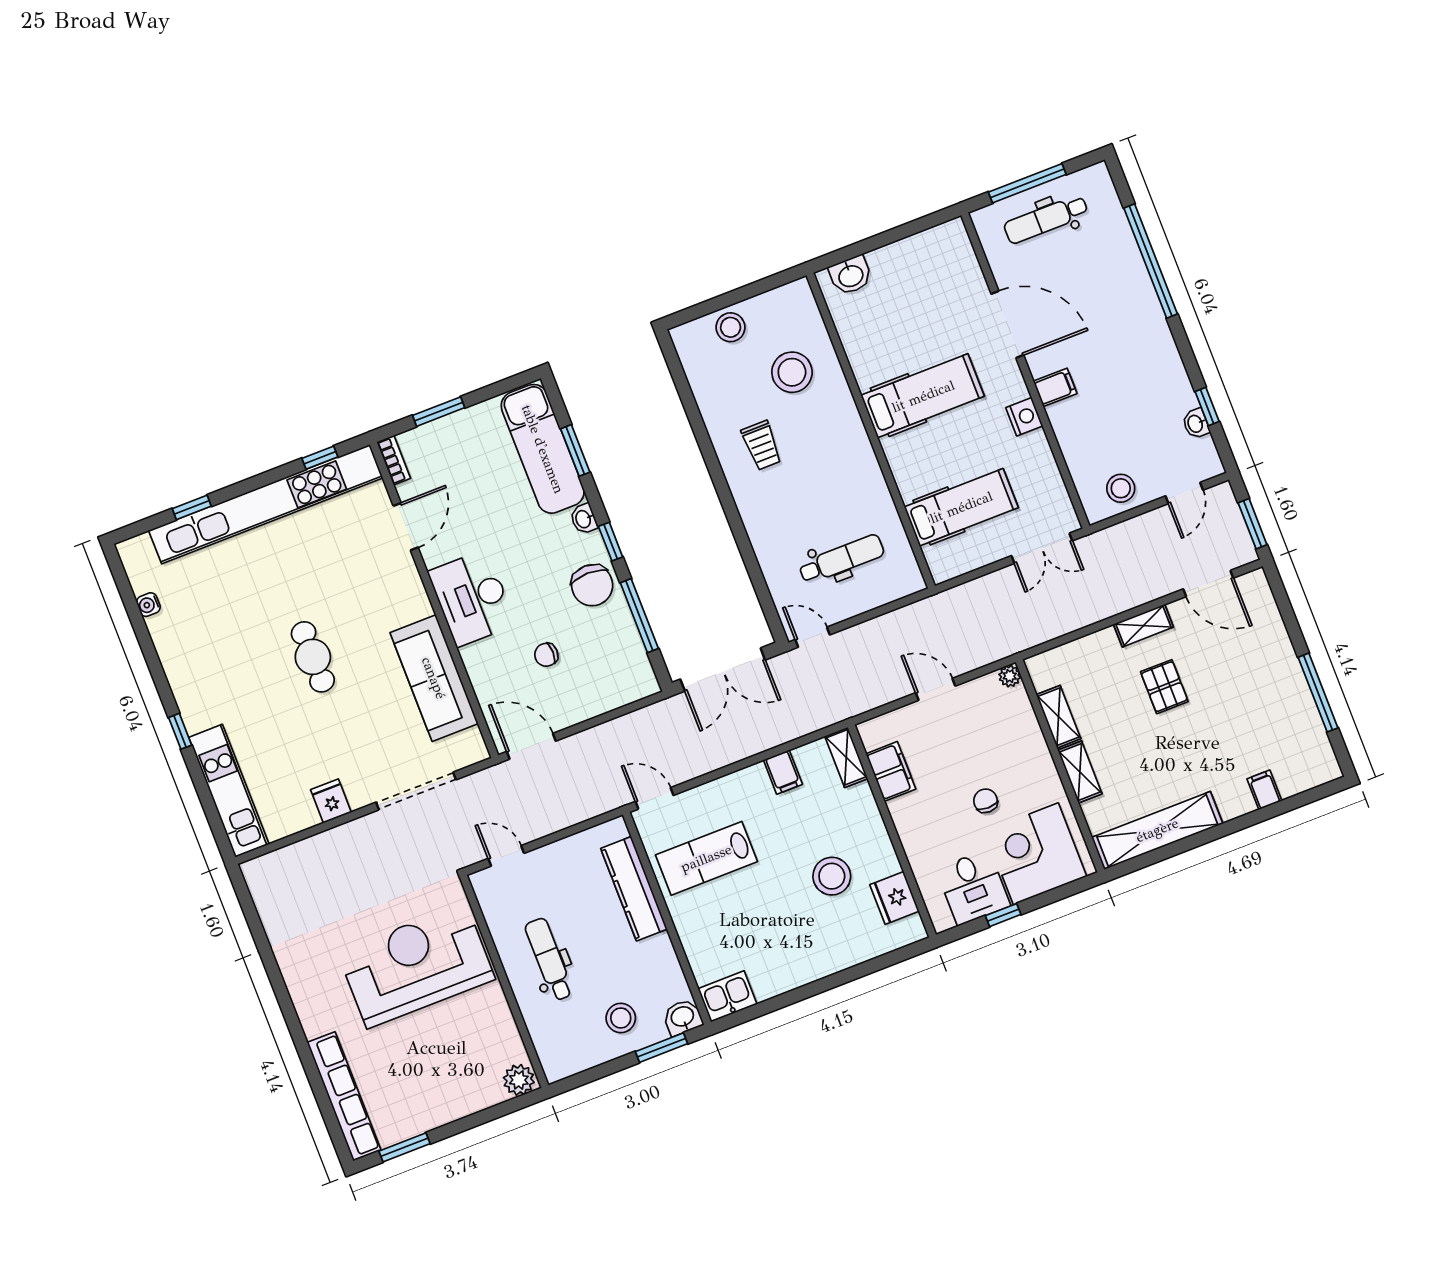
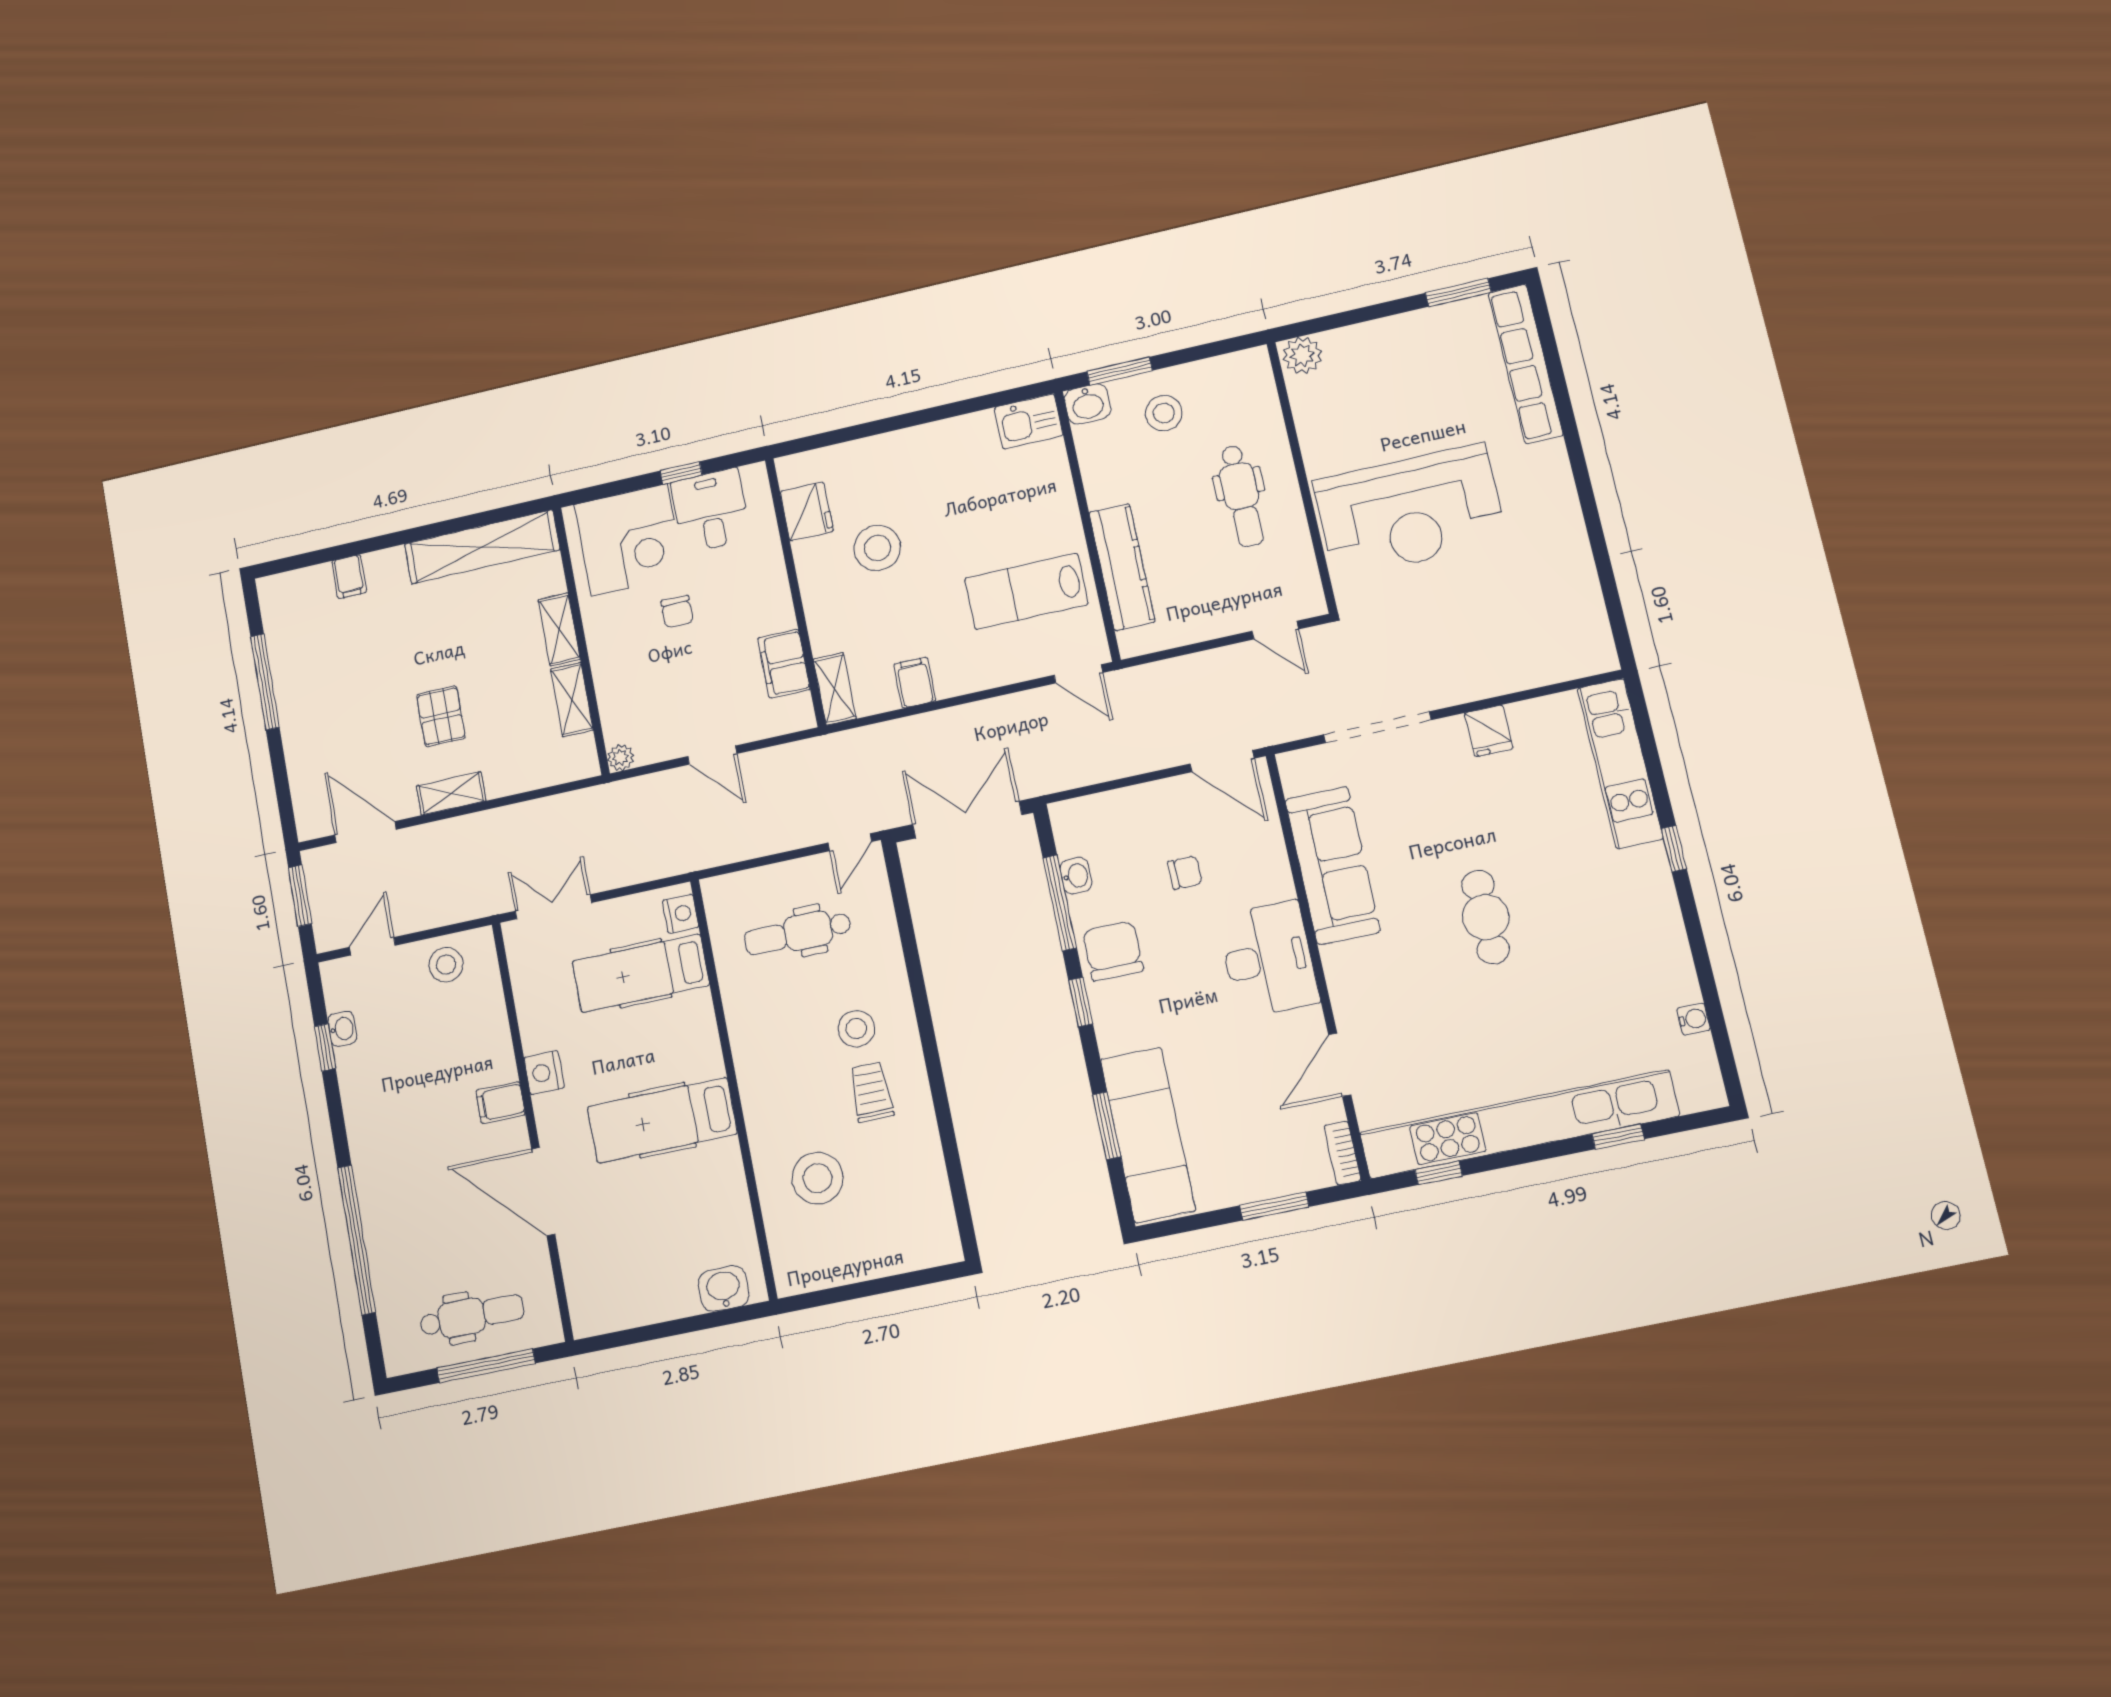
stool: (731, 327) -> (856, 1029), moved
washbasin: (584, 519) -> (1076, 876), moved
nightstand: (938, 559) -> (680, 914), added
door: (813, 637) -> (850, 842), hinge flipped
lab bench: (706, 858) -> (1026, 591), turned 180

